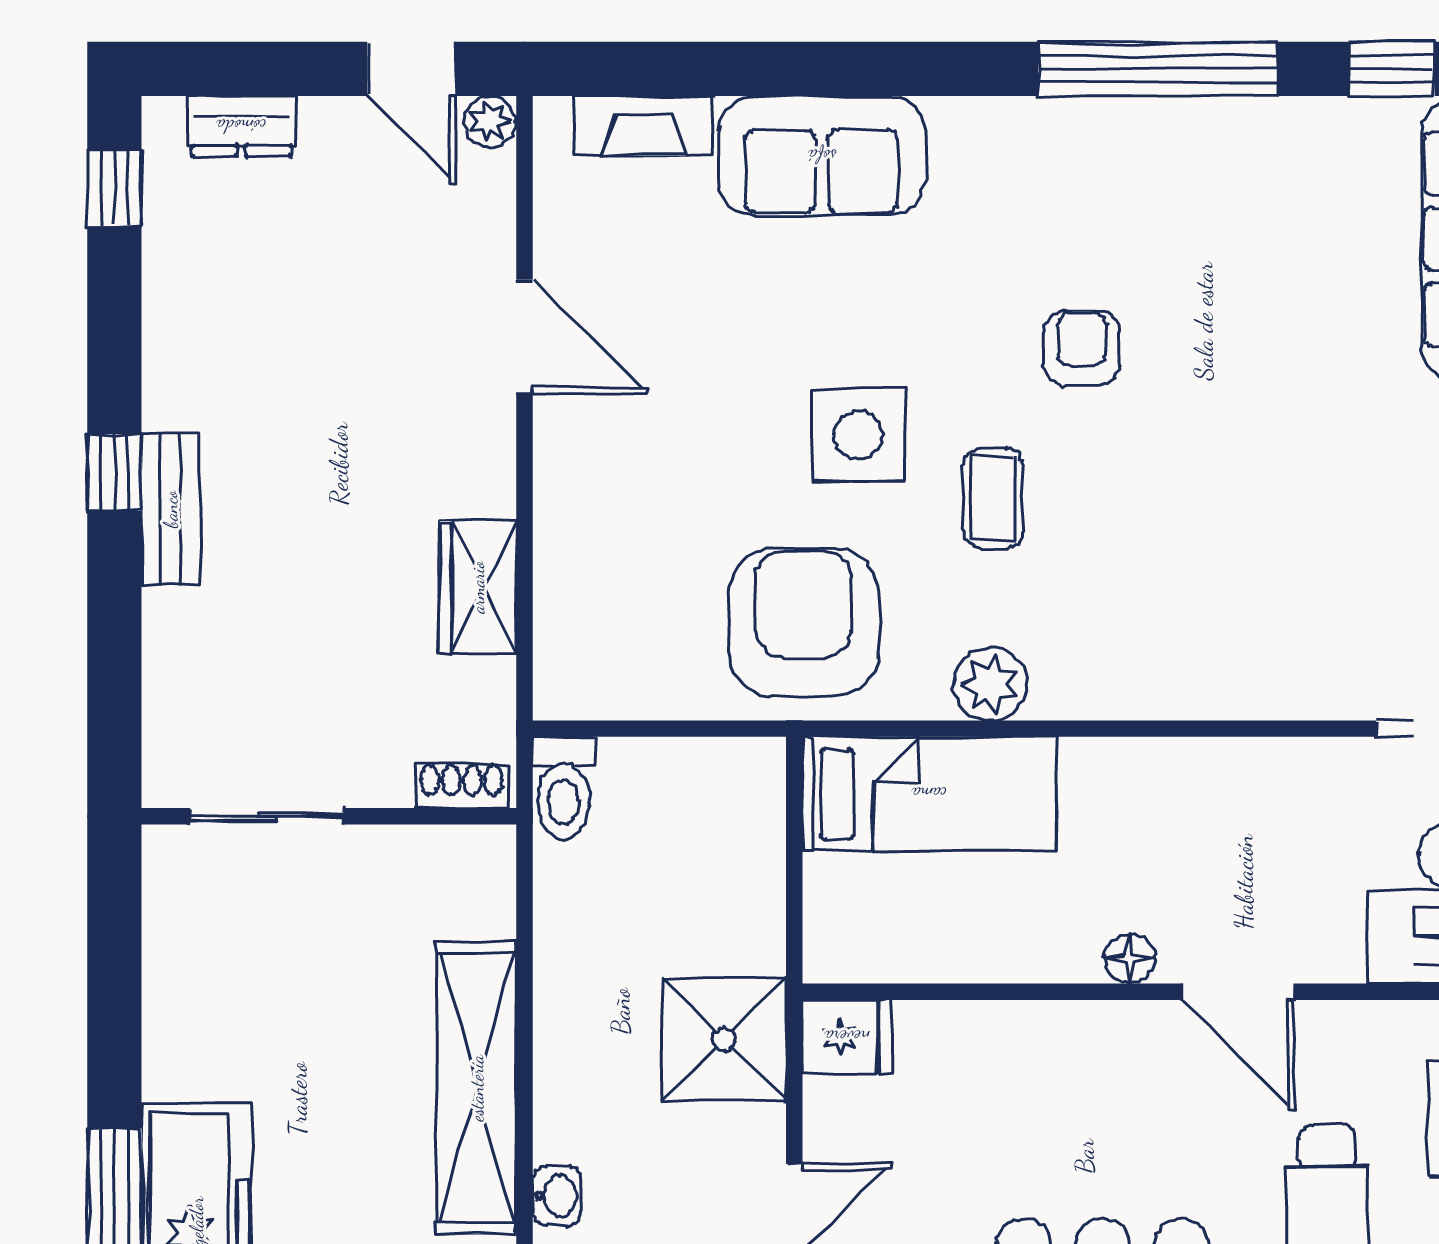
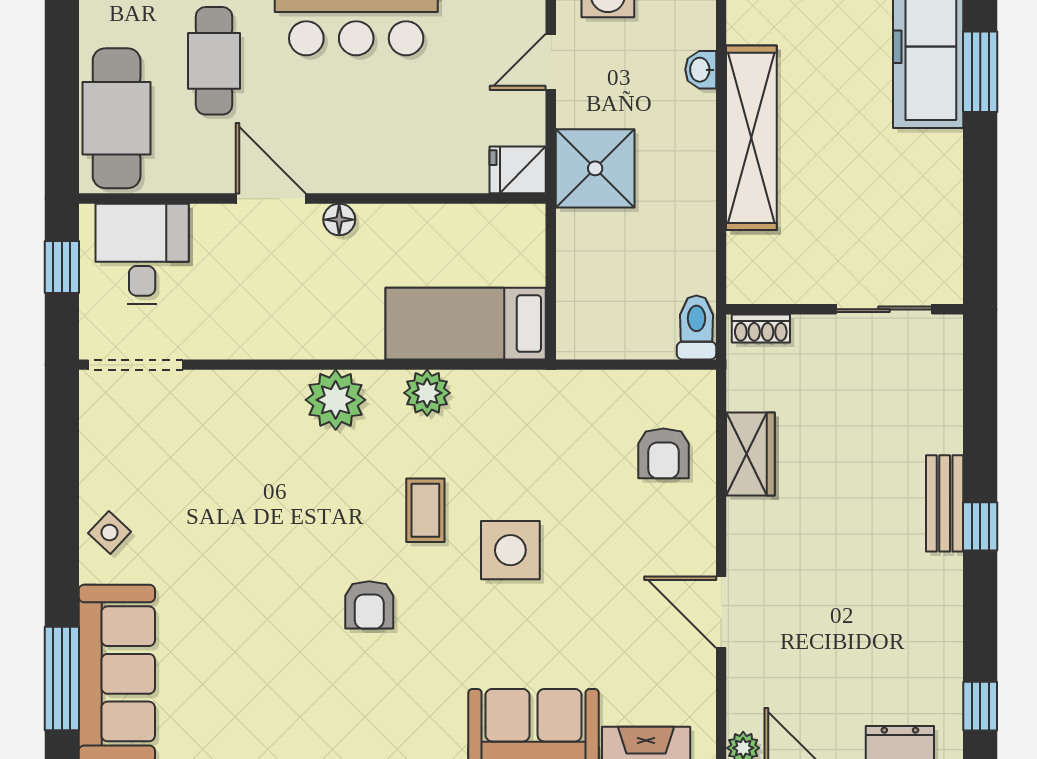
armchair: (804, 622) -> (664, 453), moved, width x0.53, depth x0.53
plant: (1135, 673) -> (336, 400), added

